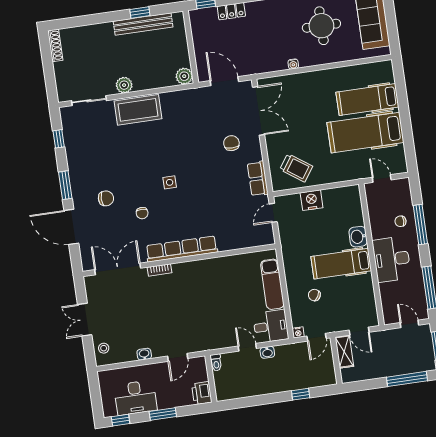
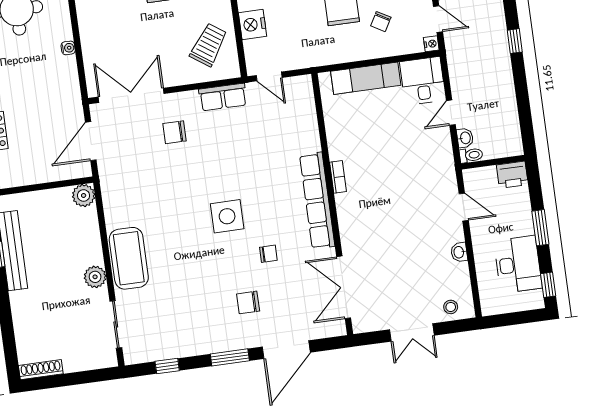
side table: (170, 182) -> (227, 216), width x1.87, depth x1.87
chair: (106, 198) -> (248, 302), turned -90
bookcase: (159, 270) -> (338, 177), moved
washbasin: (267, 352) -> (465, 138), moved

